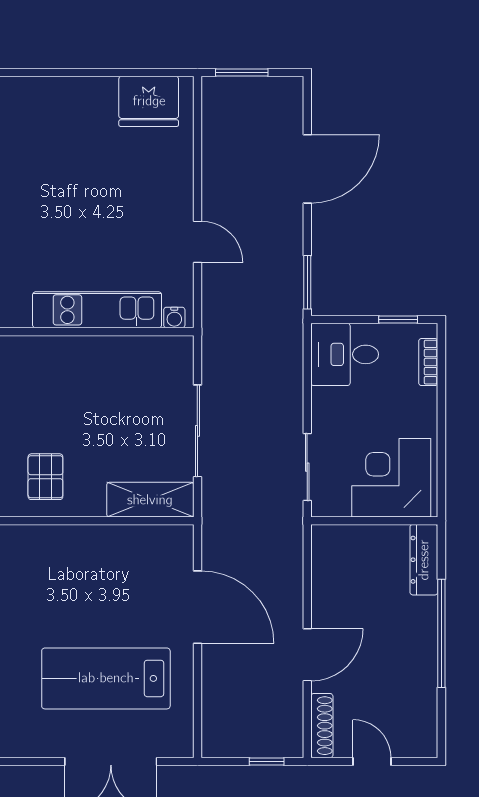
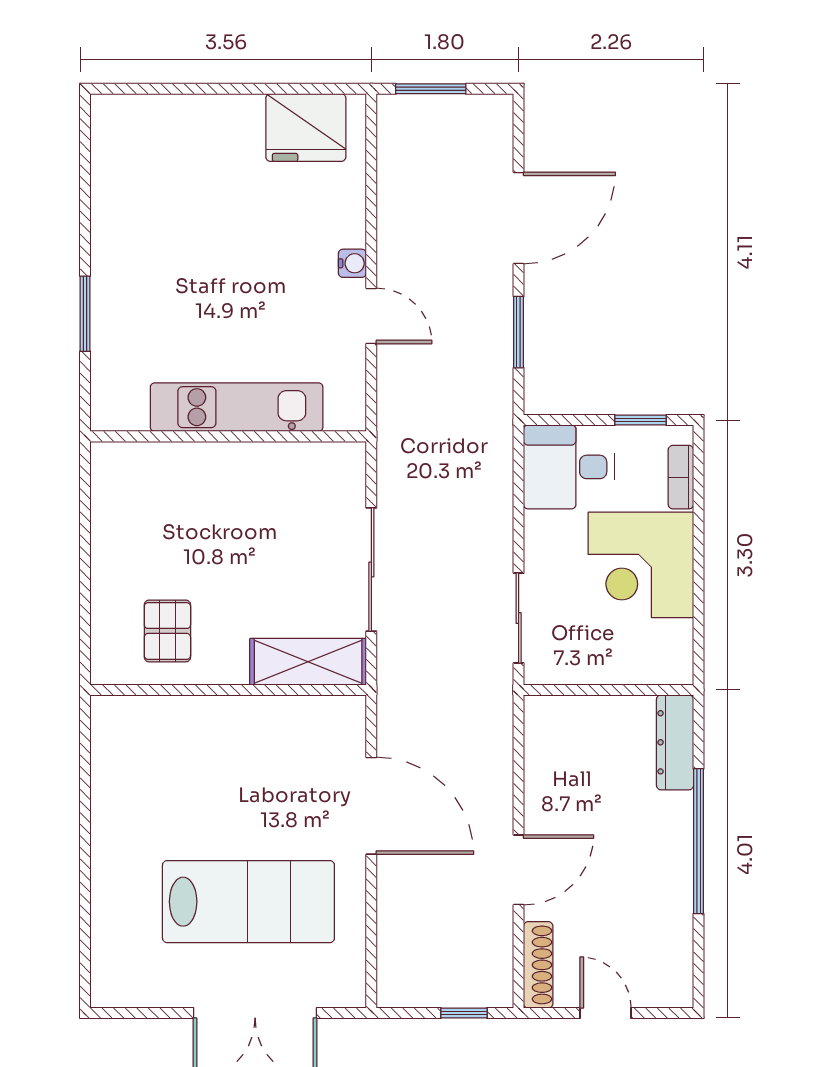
window: (307, 282) -> (519, 332), moved
water cooler: (174, 318) -> (352, 263), moved, turned -90
corner desk: (391, 478) -> (641, 565), moved, turned -90
lab bench: (106, 678) -> (248, 902), turned 180

